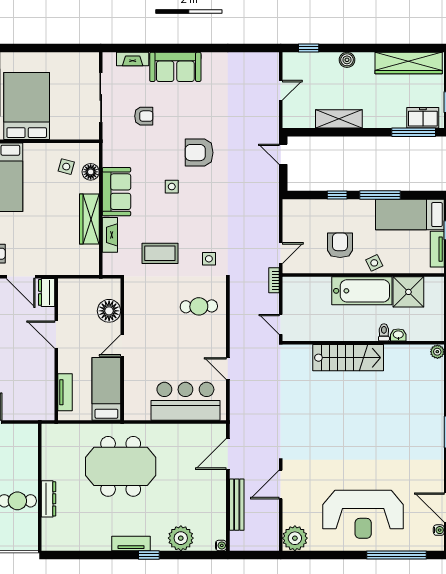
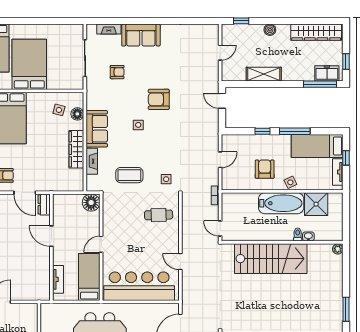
door: (281, 253) -> (220, 160), moved
floor lamp: (109, 311) -> (91, 203), moved
stairs: (348, 358) -> (271, 259), width x1.36, depth x1.51
bar counter: (185, 401) -> (139, 286), width x1.36

